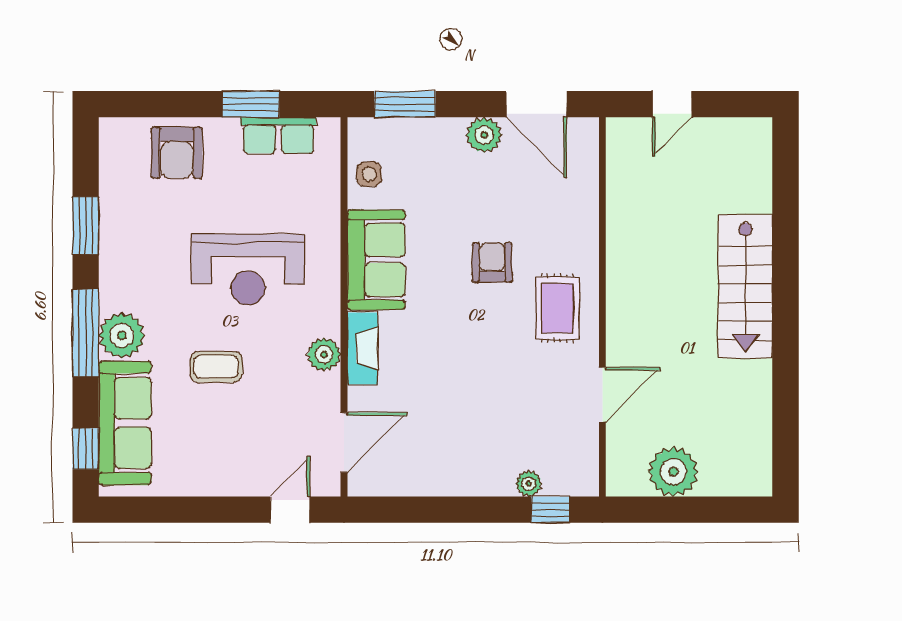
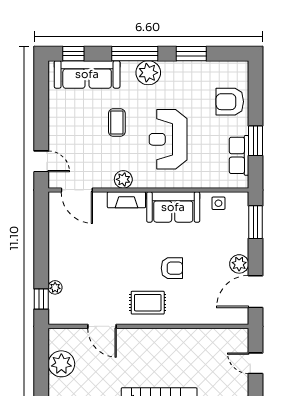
plant: (122, 335) -> (148, 73), moved

